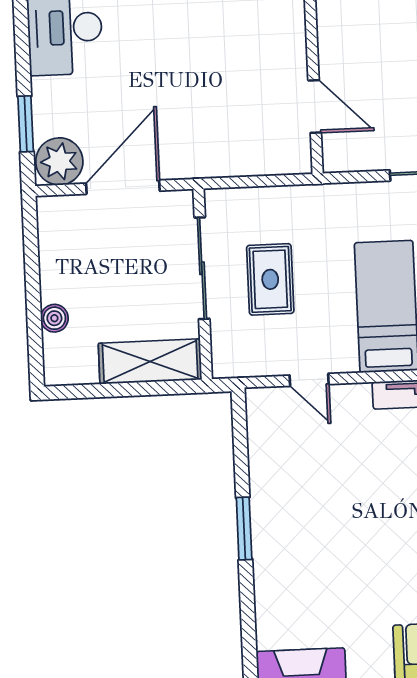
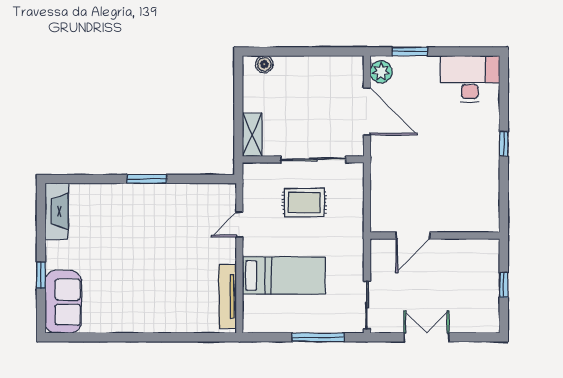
plant: (59, 161) -> (381, 72), width x0.73, depth x0.73
boiler: (54, 318) -> (264, 64), moved
shelving: (150, 361) -> (252, 135), width x0.67, depth x0.75

